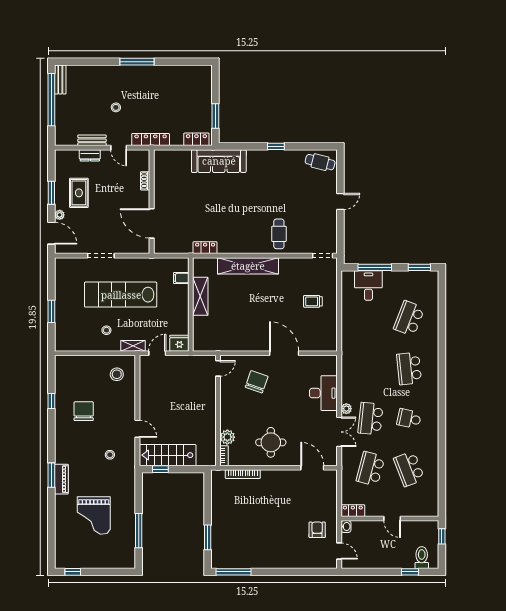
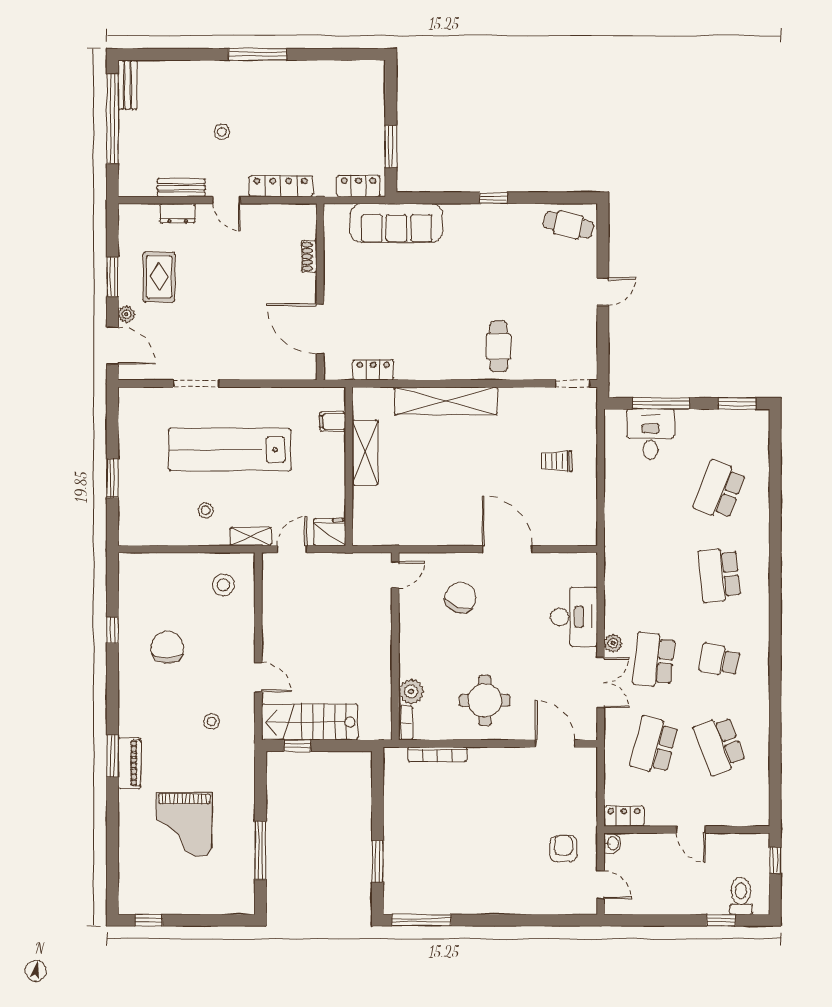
shoe rack: (145, 181) -> (309, 257), moved
wall: (152, 202) -> (320, 292), moved
door: (152, 223) -> (320, 329), moved

